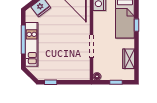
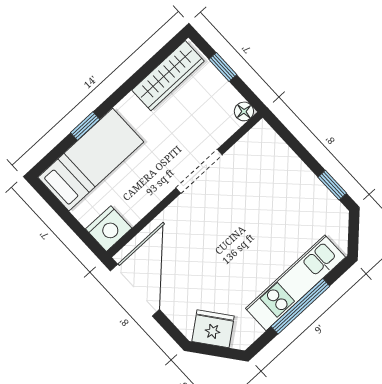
wardrobe: (129, 59) -> (168, 76), width x1.50

